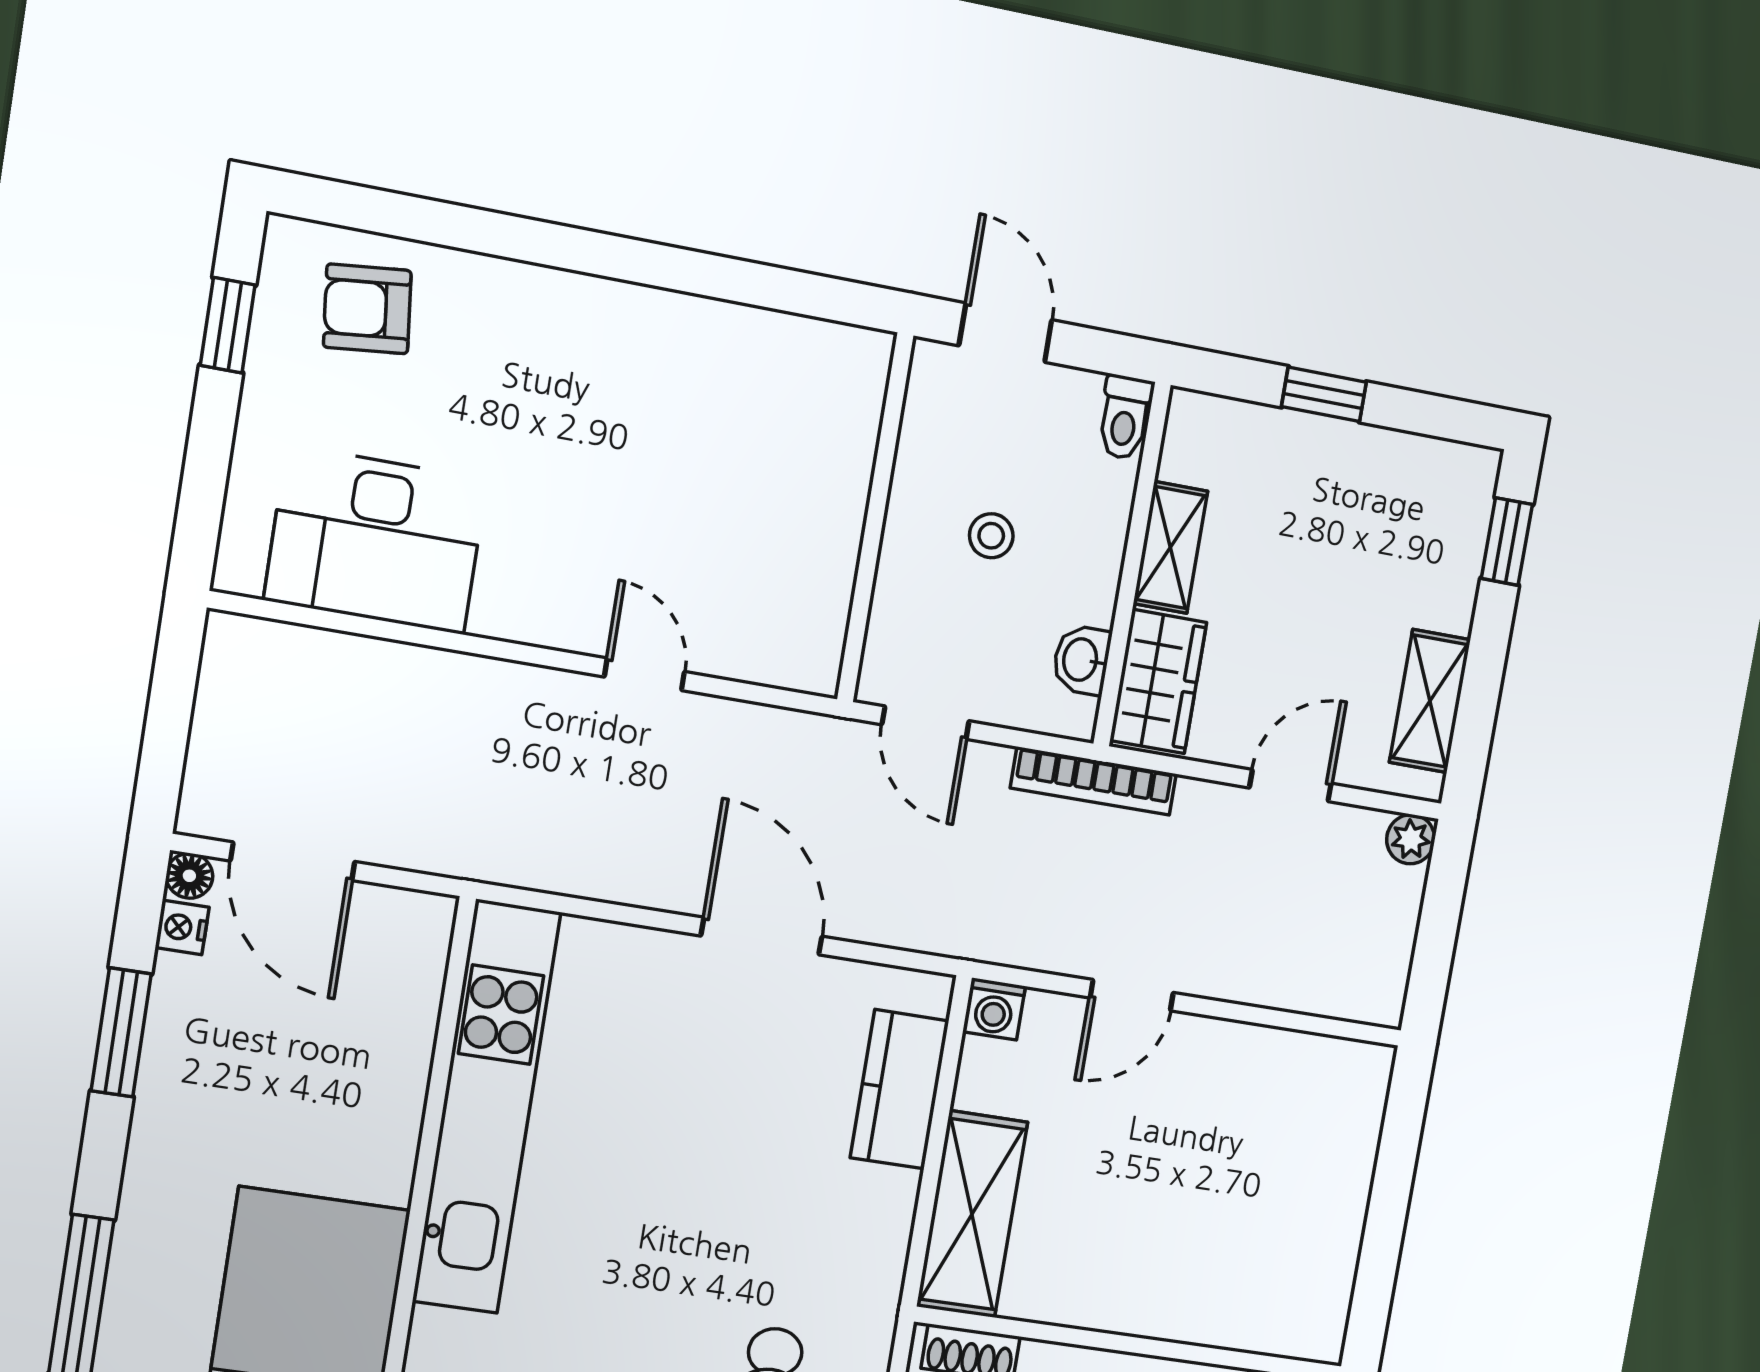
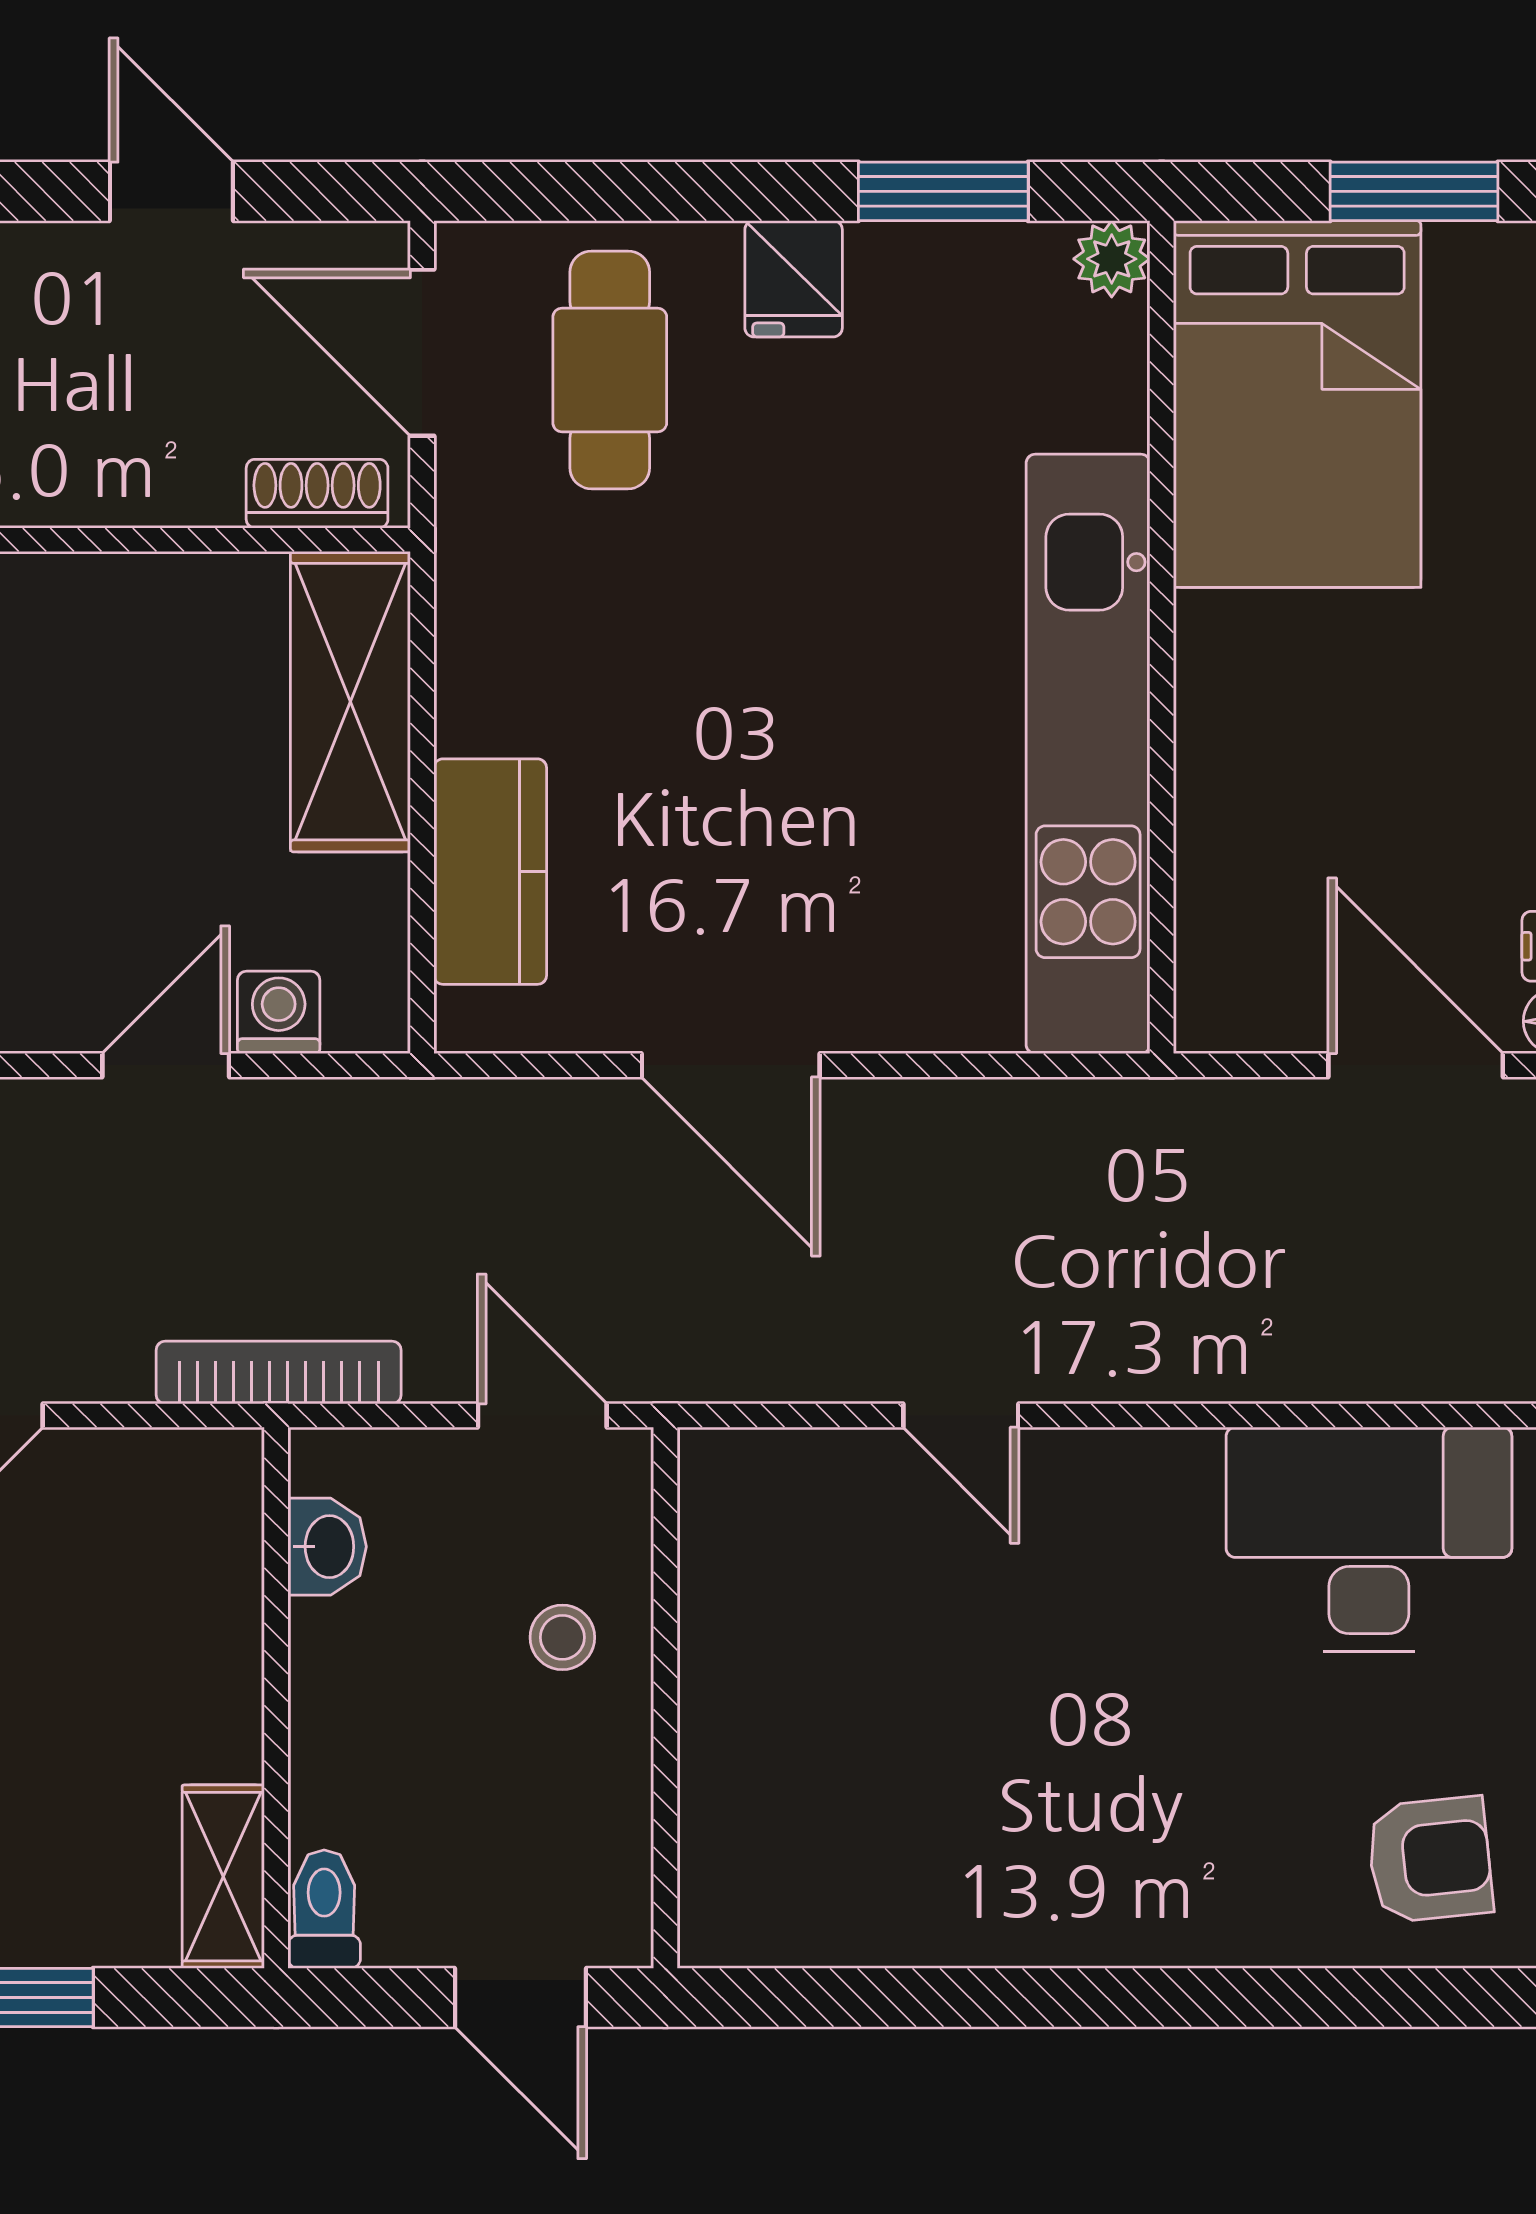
stool: (991, 536) -> (562, 1637), moved
shelving: (1170, 547) -> (223, 1877), moved
wardrobe: (1158, 682) -> (207, 1535), removed
washing machine: (994, 1009) -> (279, 1012), moved

